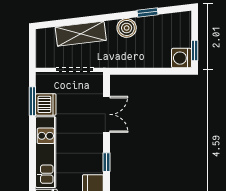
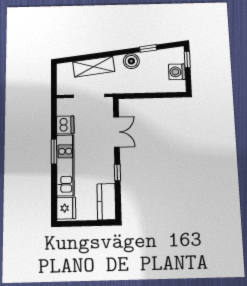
window: (195, 50) -> (187, 60), moved
washing machine: (182, 58) -> (177, 72), moved
window: (32, 101) -> (54, 151), moved

